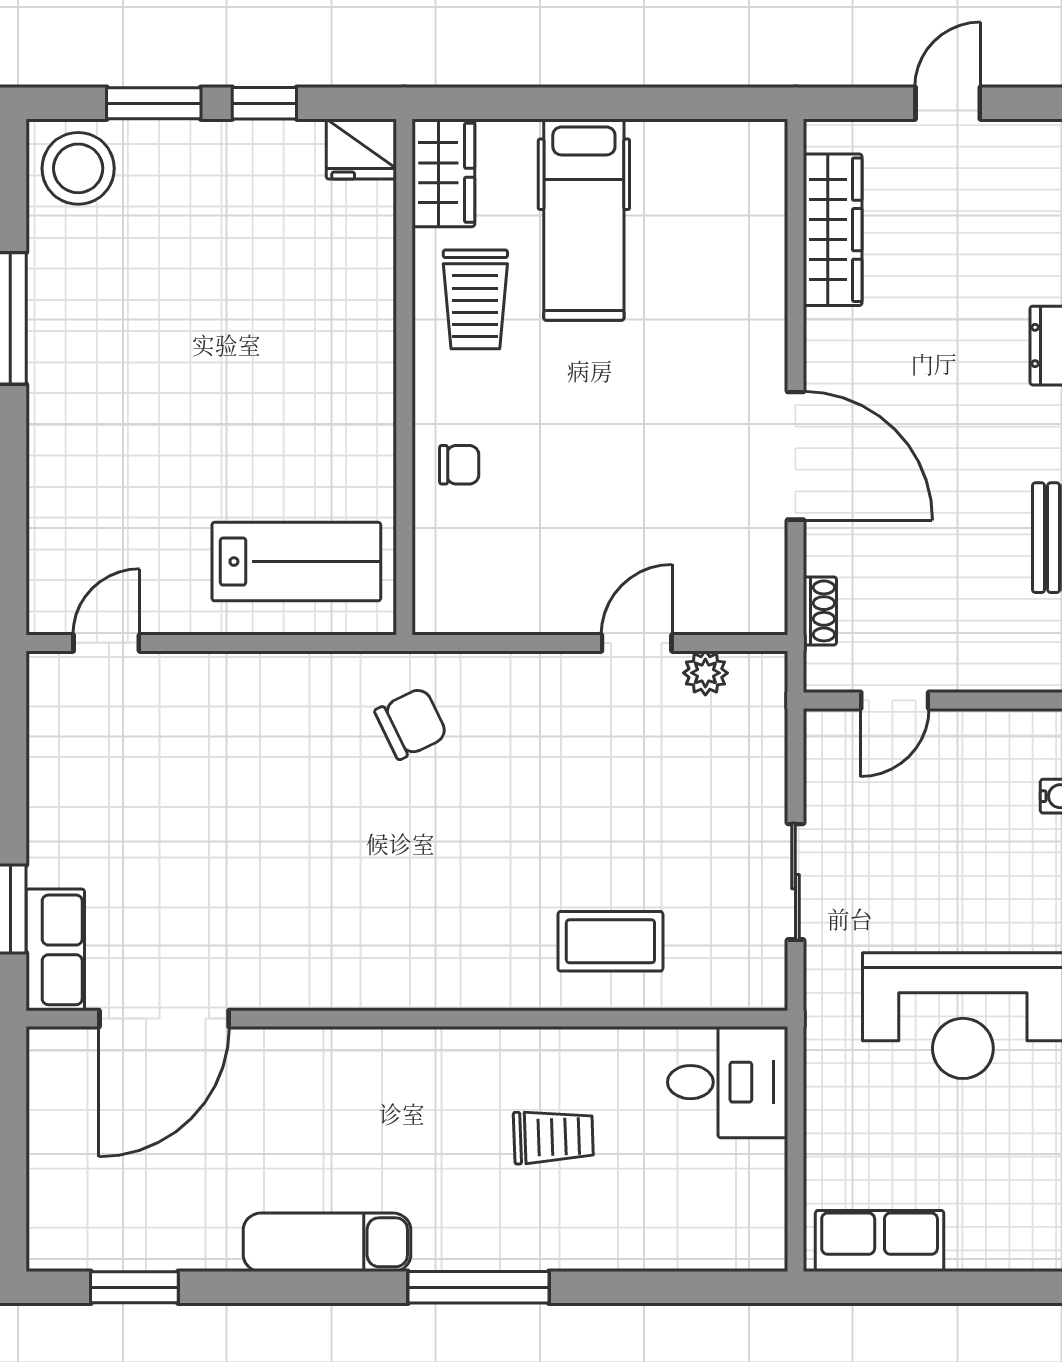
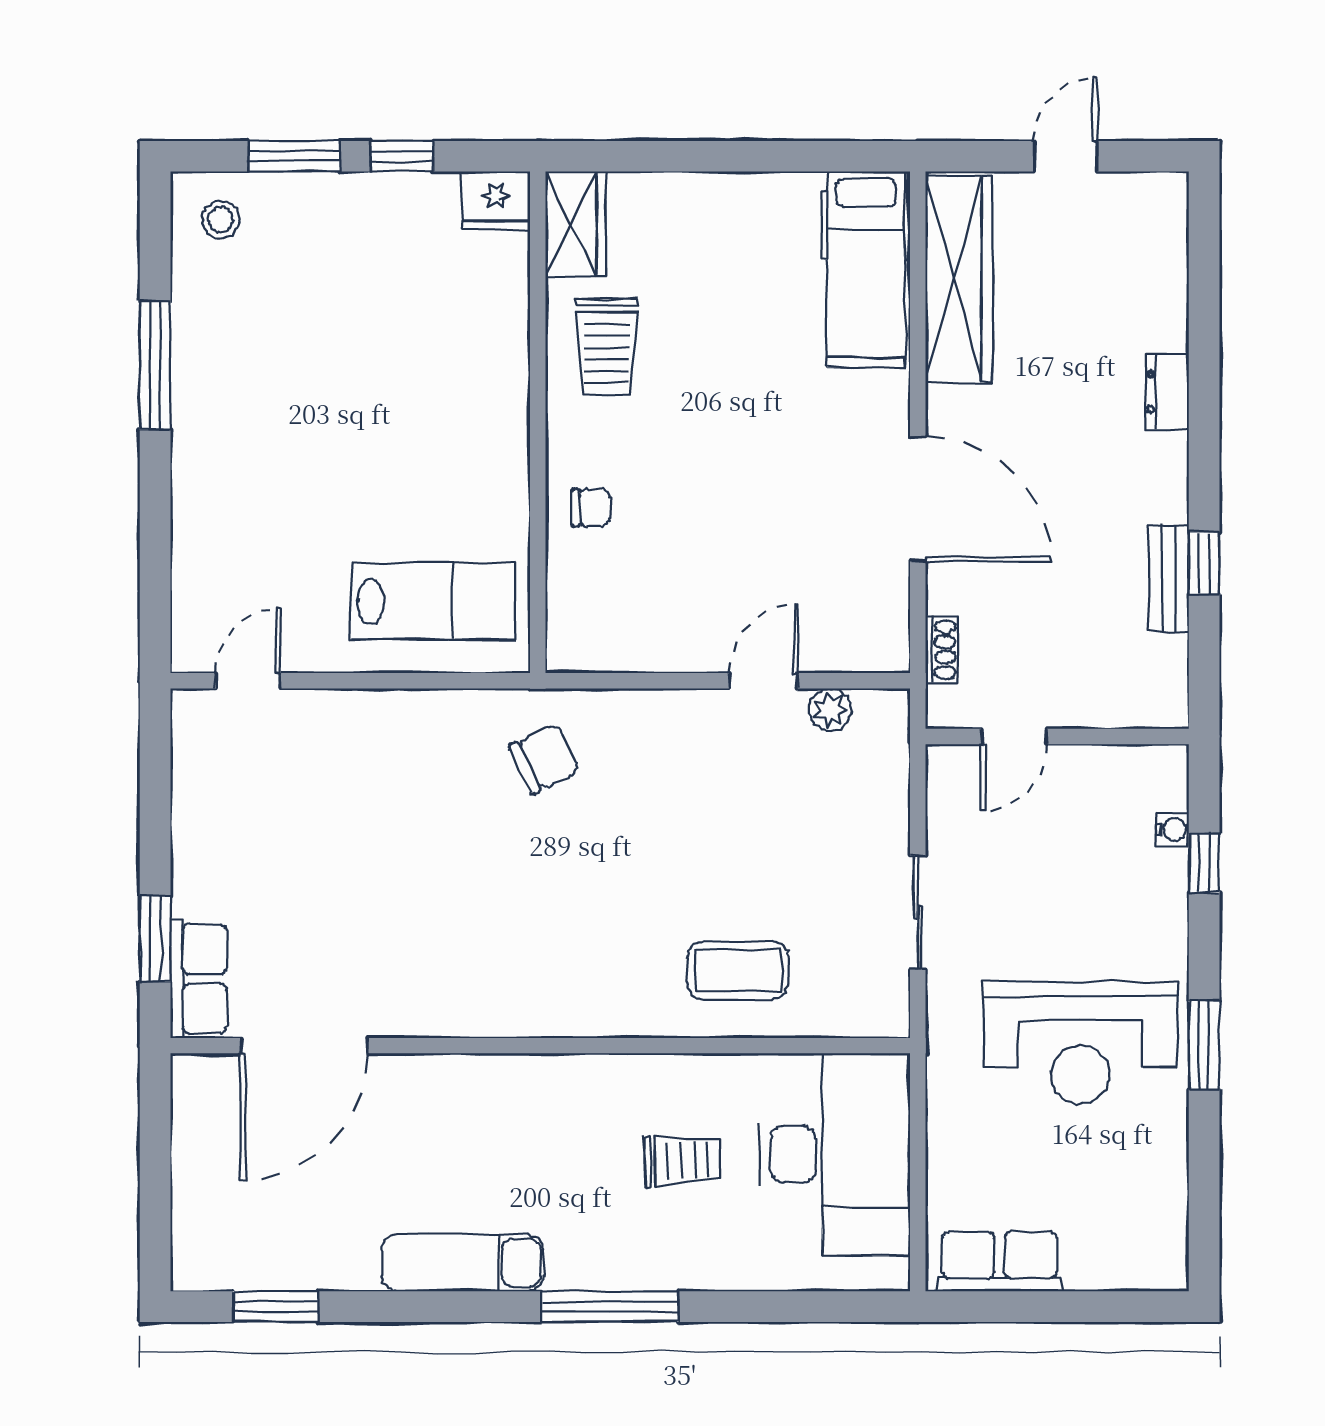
stool: (78, 168) -> (221, 220), width x0.53, depth x0.53
hospital bed: (584, 220) -> (866, 269), moved
wardrobe: (833, 230) -> (959, 279), width x1.40, depth x1.17
desk: (728, 1082) -> (834, 1154), width x1.87, depth x1.30

